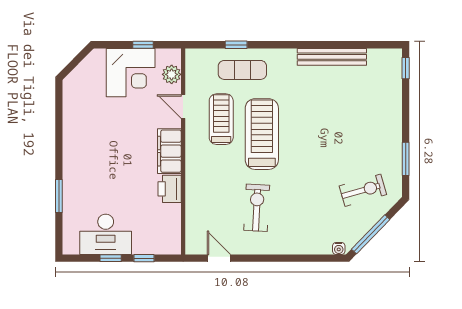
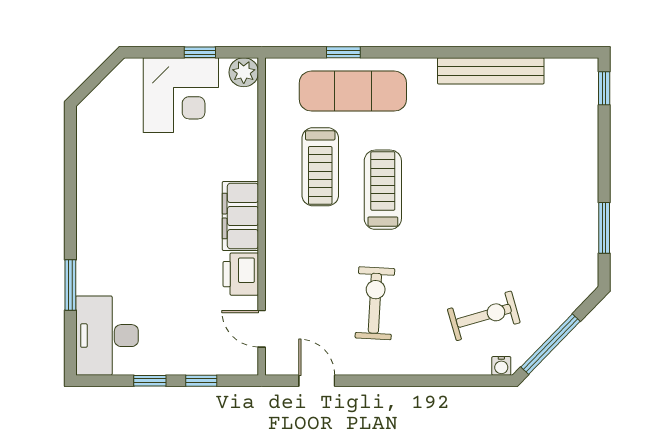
exercise mat: (242, 70) -> (353, 91), width x1.36, depth x1.45
plant: (172, 74) -> (244, 72), moved
door: (183, 107) -> (262, 329), moved
treadmill: (221, 119) -> (320, 167), turned 180
treadmill: (262, 134) -> (383, 190), width x0.73, depth x0.73
exercise bike: (363, 190) -> (484, 316), moved
desk: (106, 234) -> (107, 336), moved, turned 90

